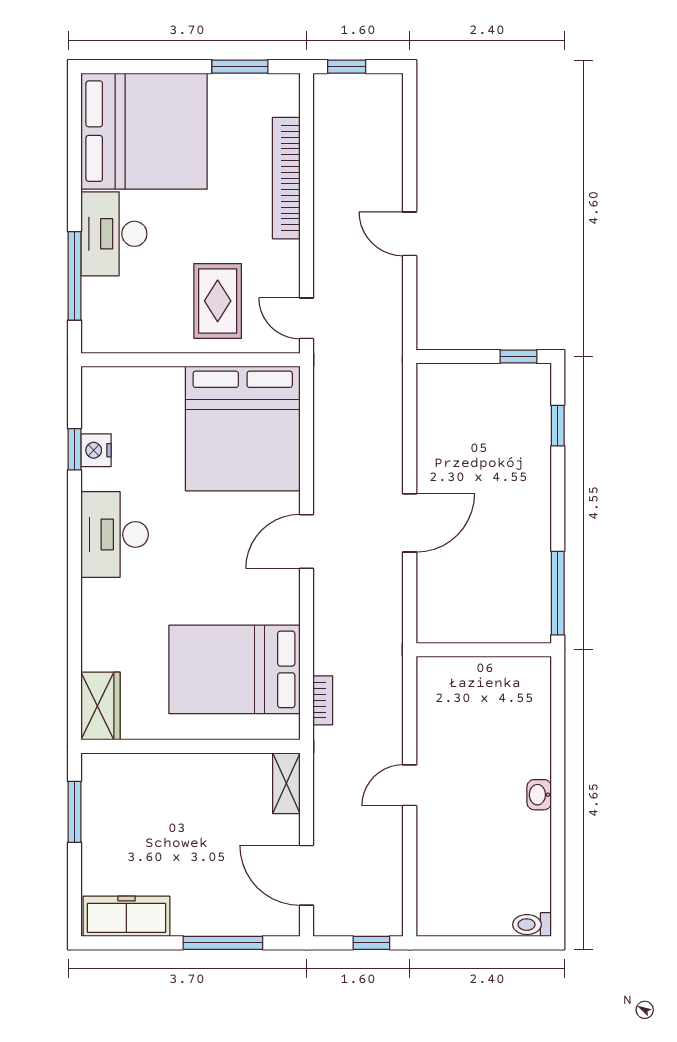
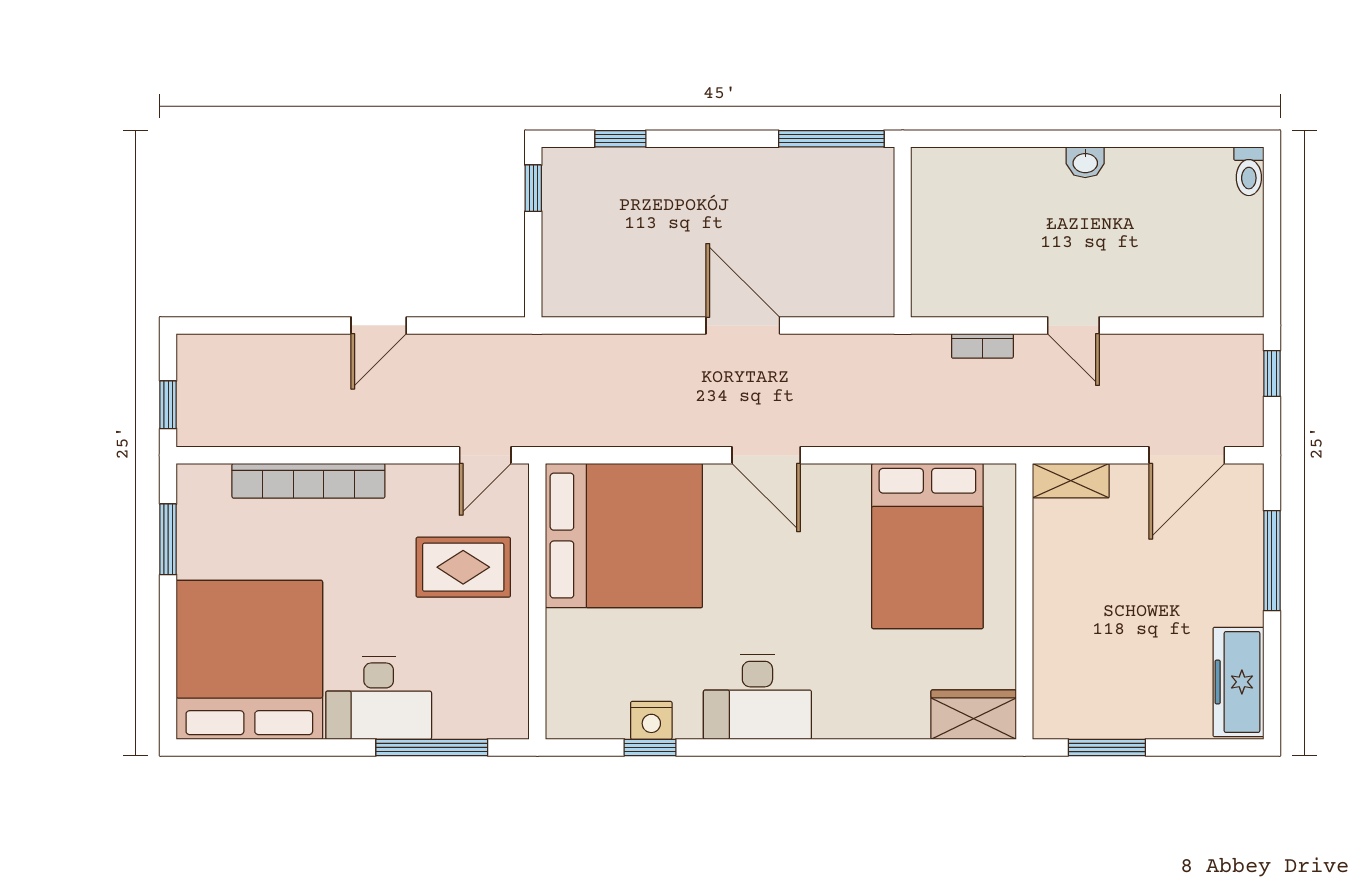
bookcase: (323, 700) -> (982, 346), moved, turned 180

